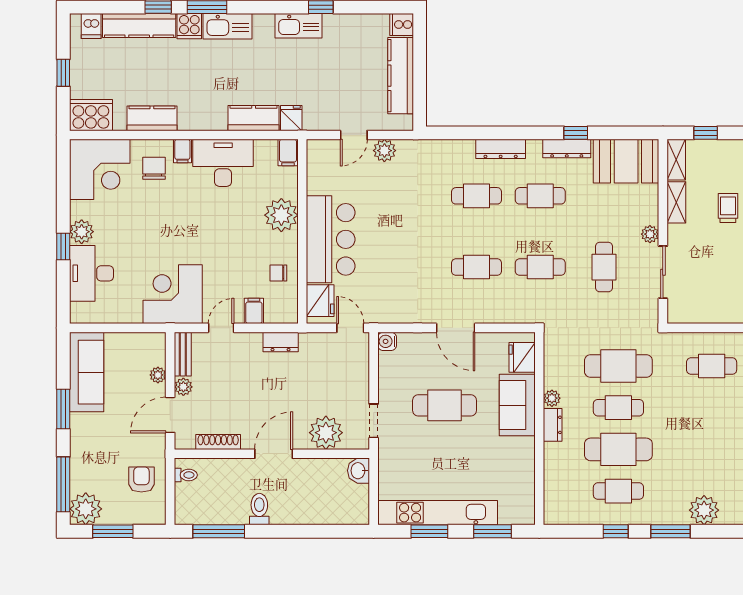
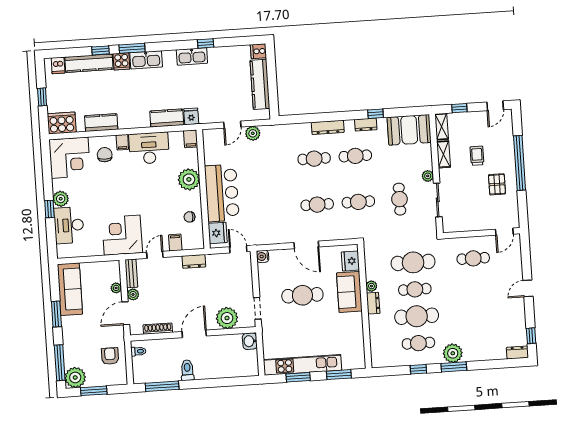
dresser: (567, 149) -> (366, 125), width x0.70
plant: (704, 510) -> (453, 353), moved

